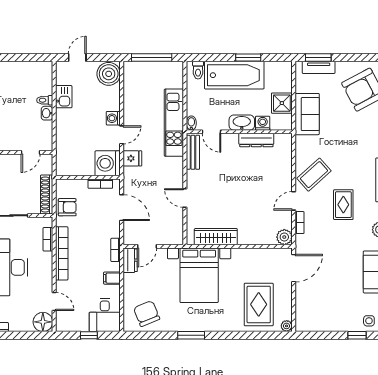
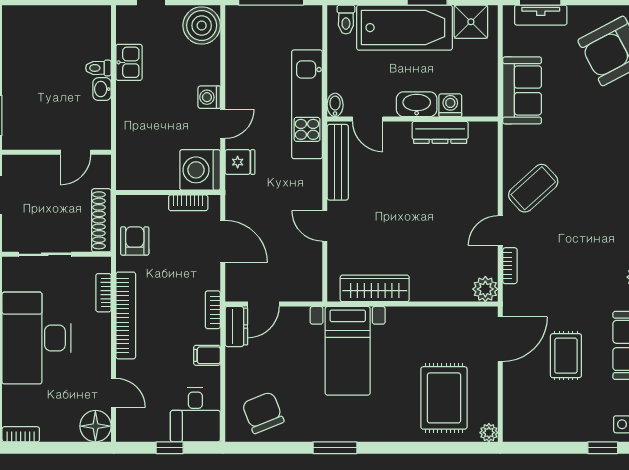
shower: (282, 103) -> (471, 22), moved
bench: (193, 152) -> (338, 162), width x1.36
rug: (343, 205) -> (566, 356), moved
armchair: (67, 207) -> (135, 241), turned -90
bed with nightstands: (199, 275) -> (348, 351), width x0.73

